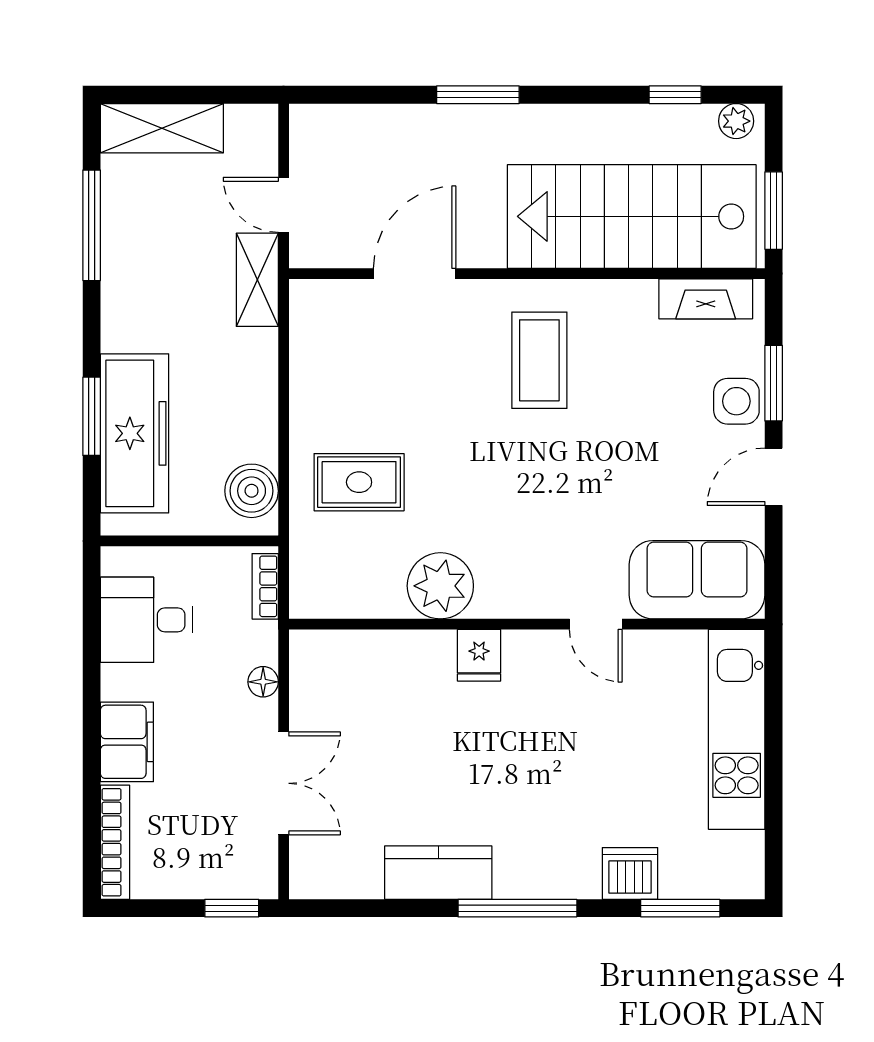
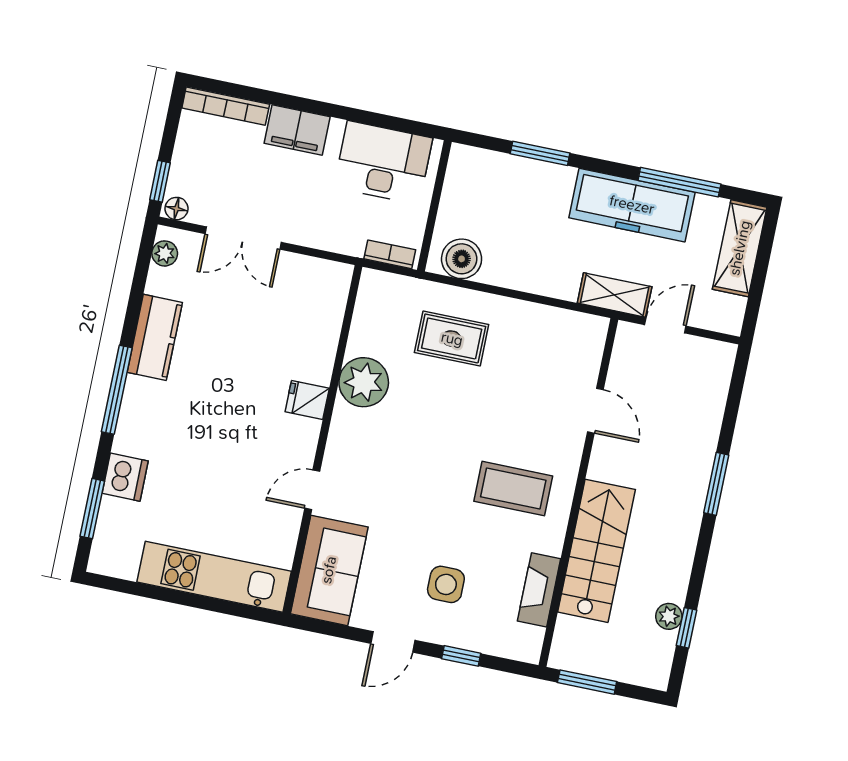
plant: (736, 121) -> (669, 616), moved
stairs: (632, 216) -> (597, 551), width x0.73, depth x0.66
door: (415, 274) -> (595, 411), width x0.73
fireplace: (706, 299) -> (539, 590), moved
window: (774, 383) -> (461, 656), width x0.67
side table: (736, 401) -> (446, 584), moved
freezer: (135, 433) -> (632, 205), moved
door: (774, 477) -> (393, 642), swing flipped
rug: (359, 482) -> (452, 339), turned 90
desk: (146, 620) -> (383, 163), width x1.37
floor lamp: (263, 682) -> (176, 209), moved
plant: (325, 882) -> (165, 253), added

